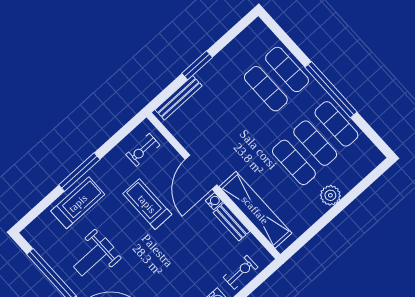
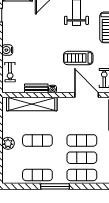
window: (331, 90) -> (55, 186), width x0.68
exercise mat: (315, 143) -> (82, 140), moved
door: (201, 172) -> (87, 95), moved
treadmill: (147, 204) -> (78, 58), turned 180

